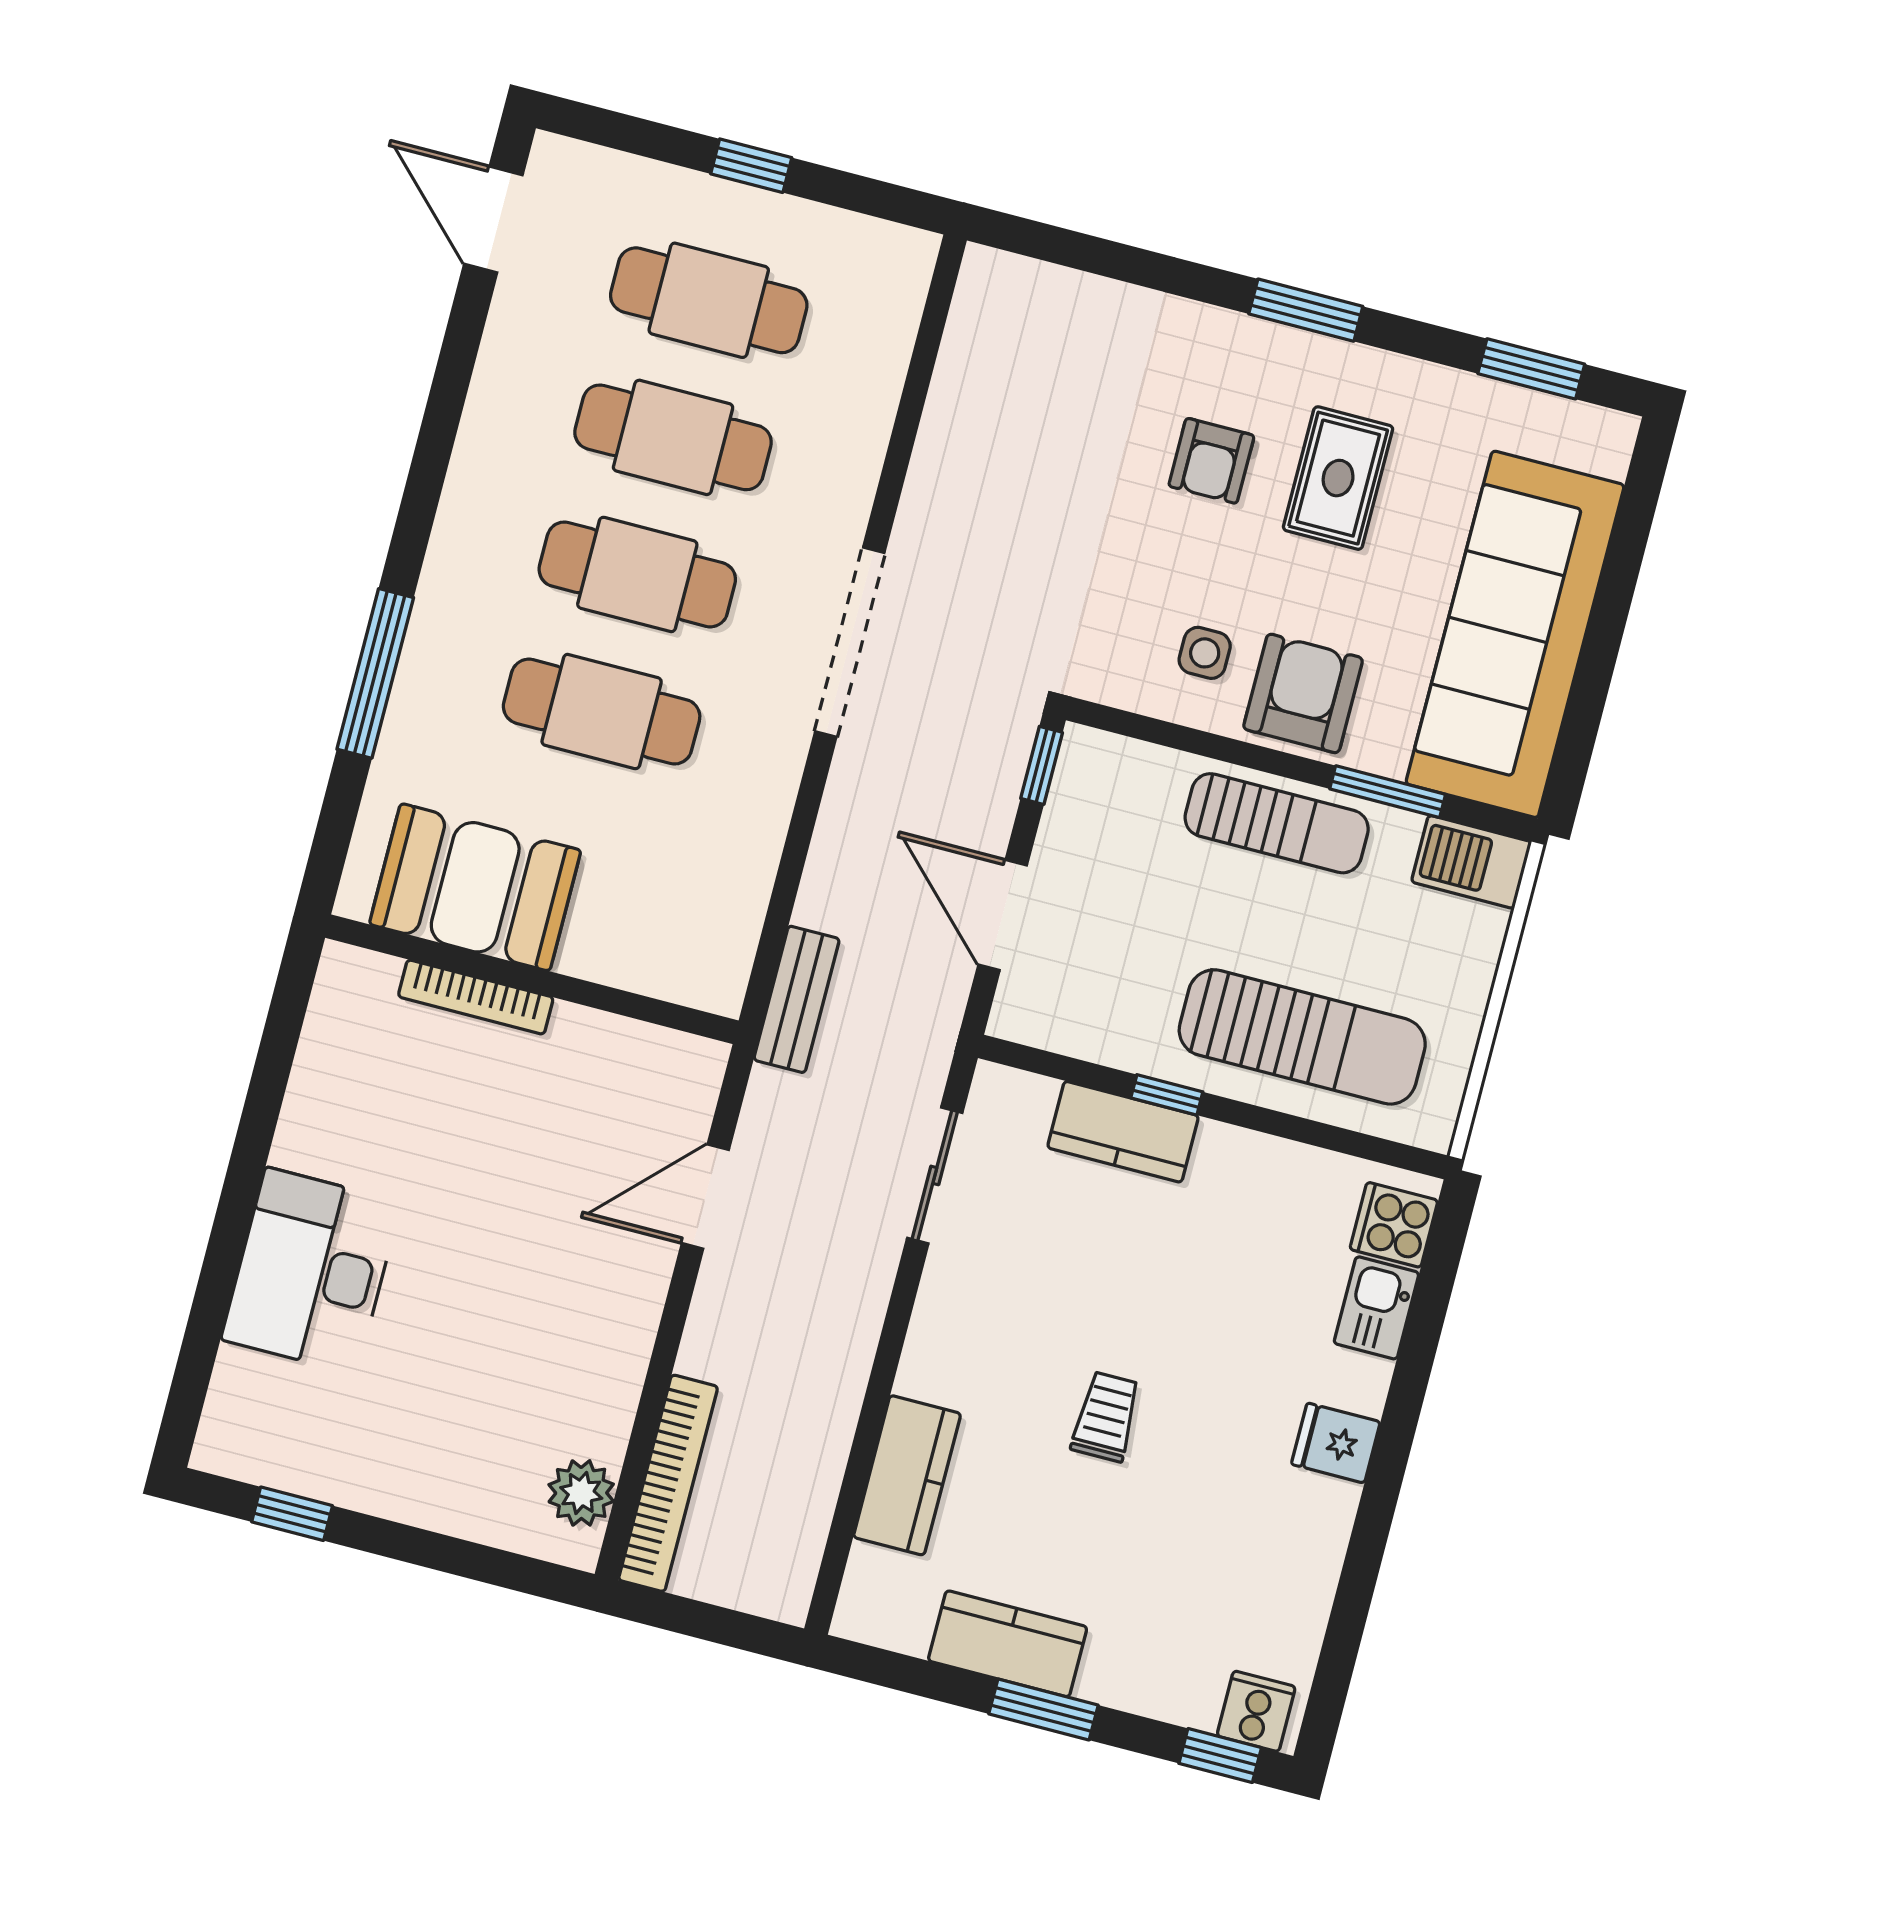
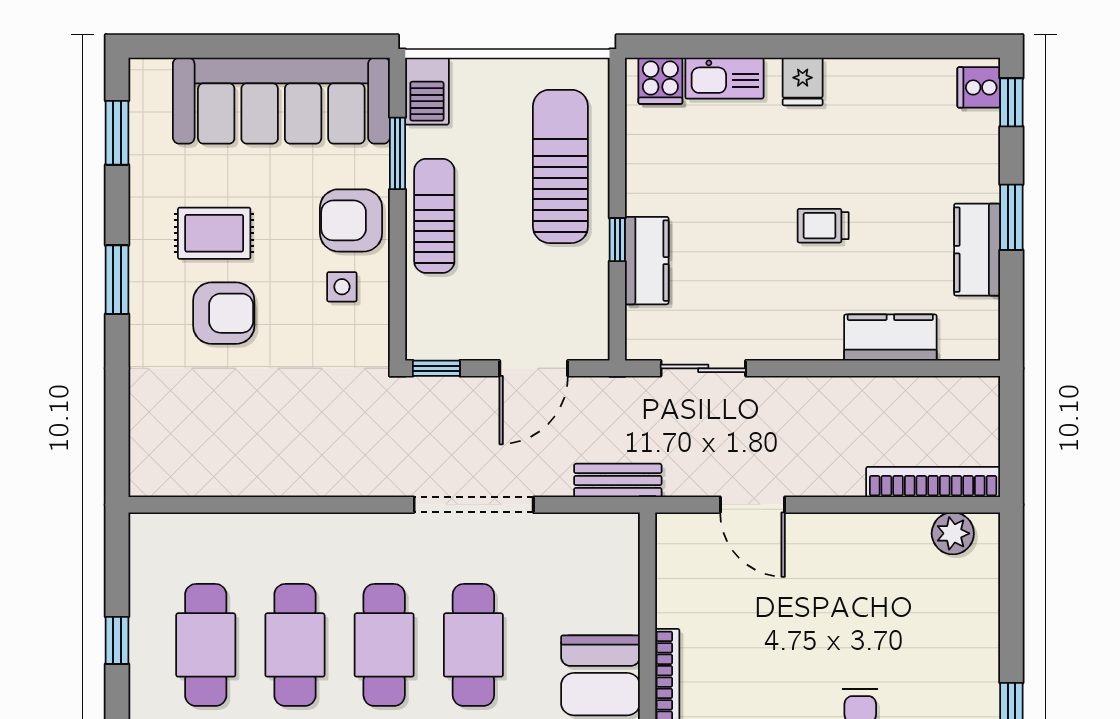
armchair: (1211, 461) -> (224, 313), width x1.38, depth x1.38
doorway: (850, 642) -> (474, 505), moved
kitchen sink: (1376, 1308) -> (724, 78), width x1.38

